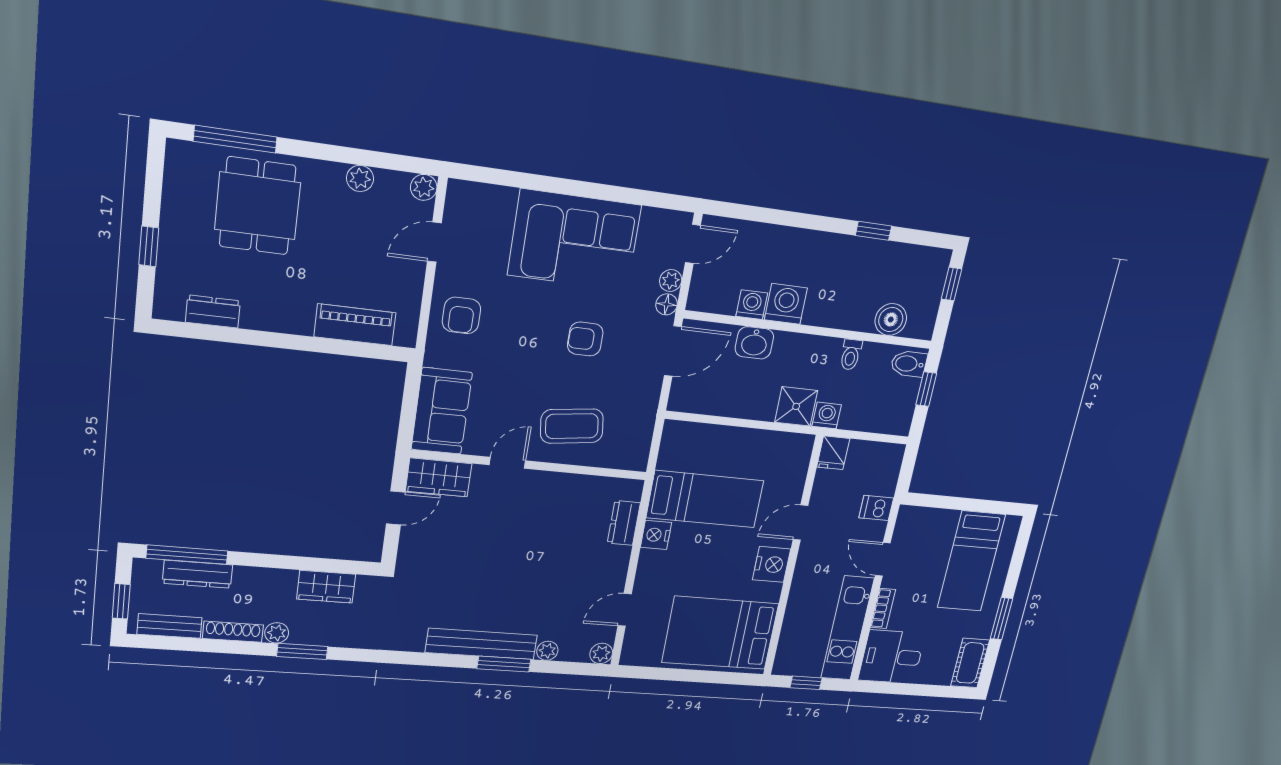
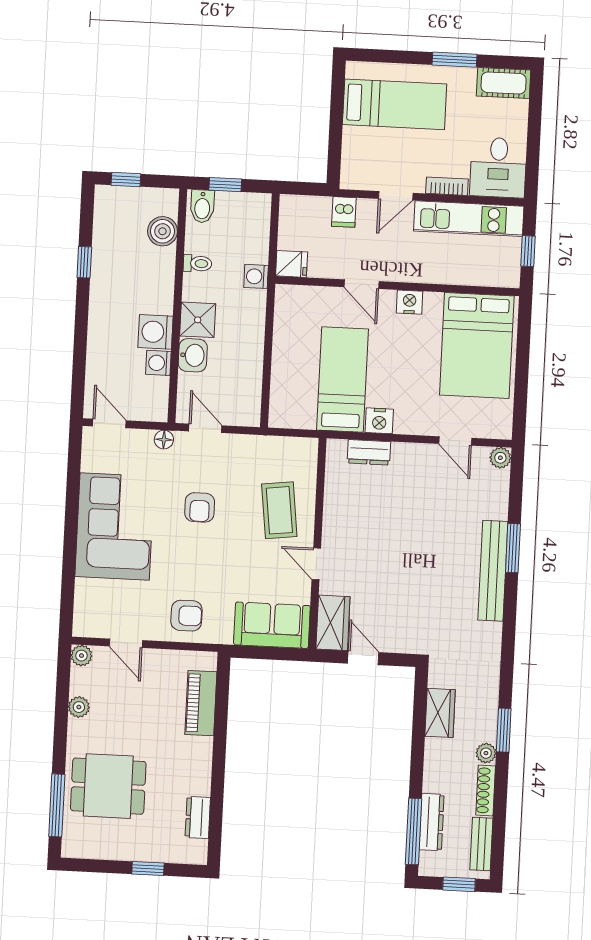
plant: (671, 281) -> (143, 439), removed
door: (673, 351) -> (205, 428), width x0.73
shower: (796, 406) -> (198, 320), moved
nightstand: (772, 564) -> (410, 302), width x0.74, depth x0.75
plant: (547, 651) -> (499, 509), removed

